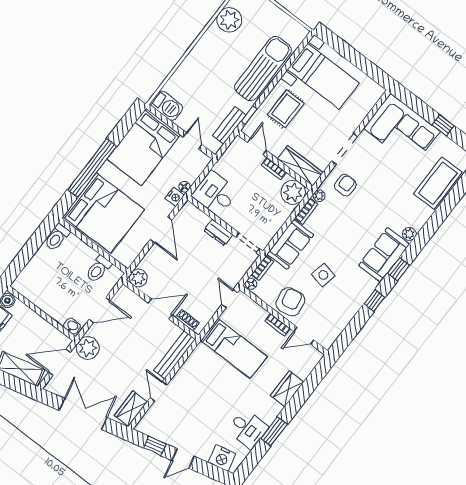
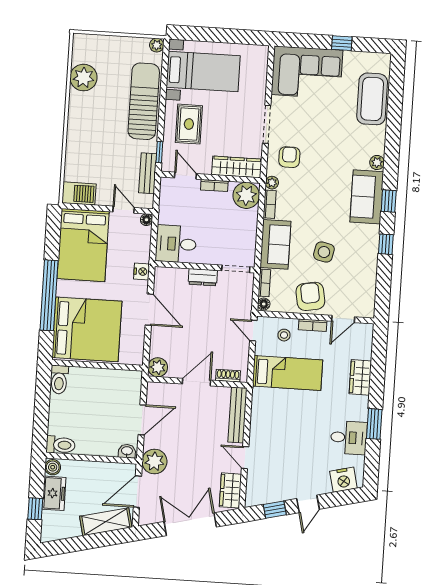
plant: (301, 32) -> (157, 45), added
floor lamp: (184, 187) -> (146, 220), moved
toilet: (98, 269) -> (61, 445), moved, turned -90
stool: (251, 318) -> (284, 335), added

